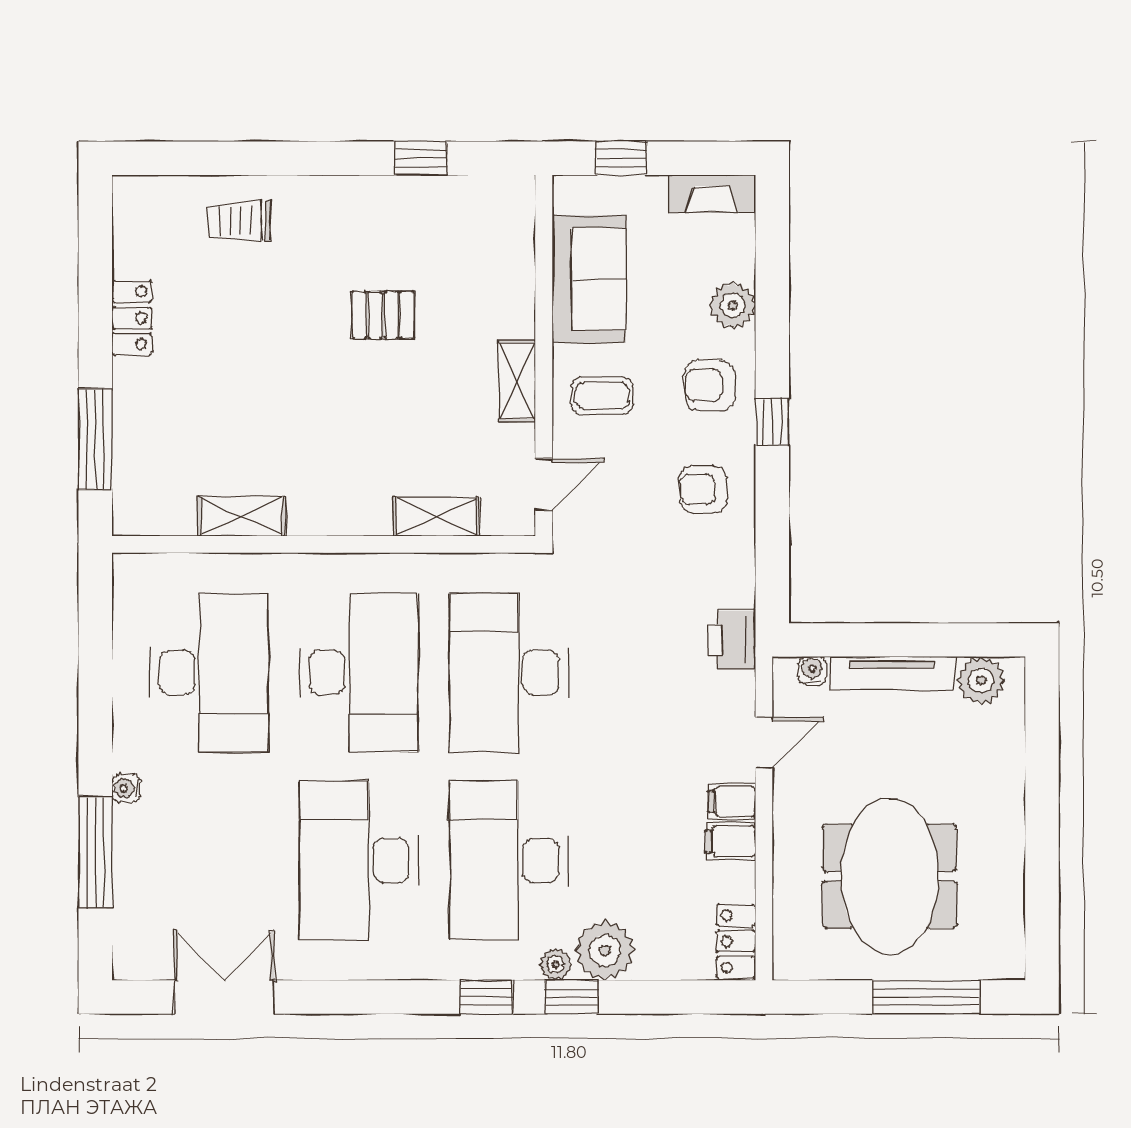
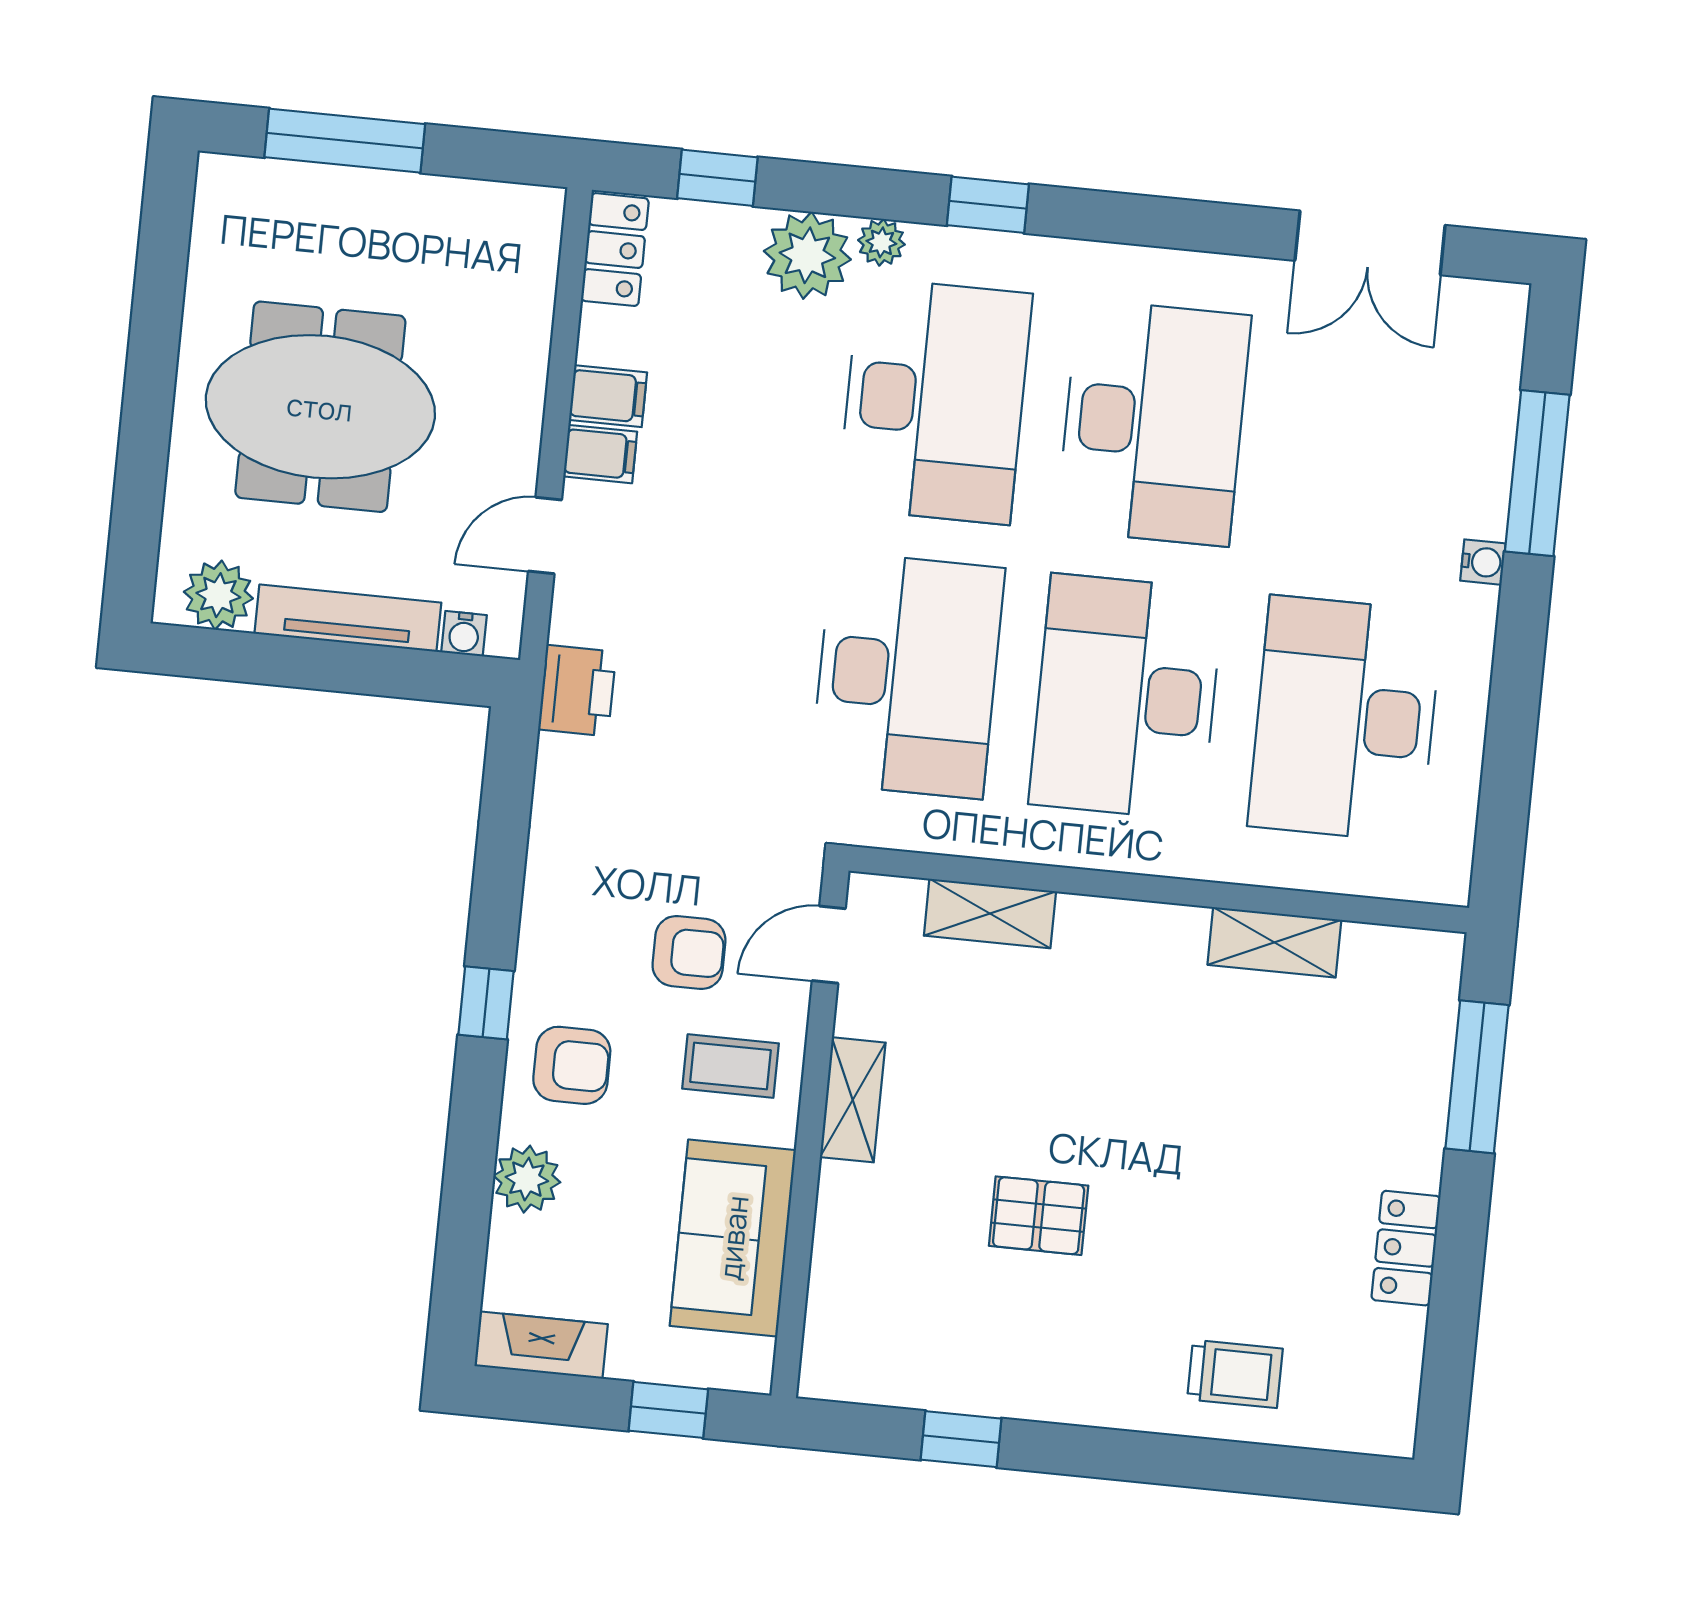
armchair: (703, 489) -> (689, 952), moved
meeting table: (890, 876) -> (320, 407), moved, turned 90
window: (572, 997) -> (717, 178), moved

